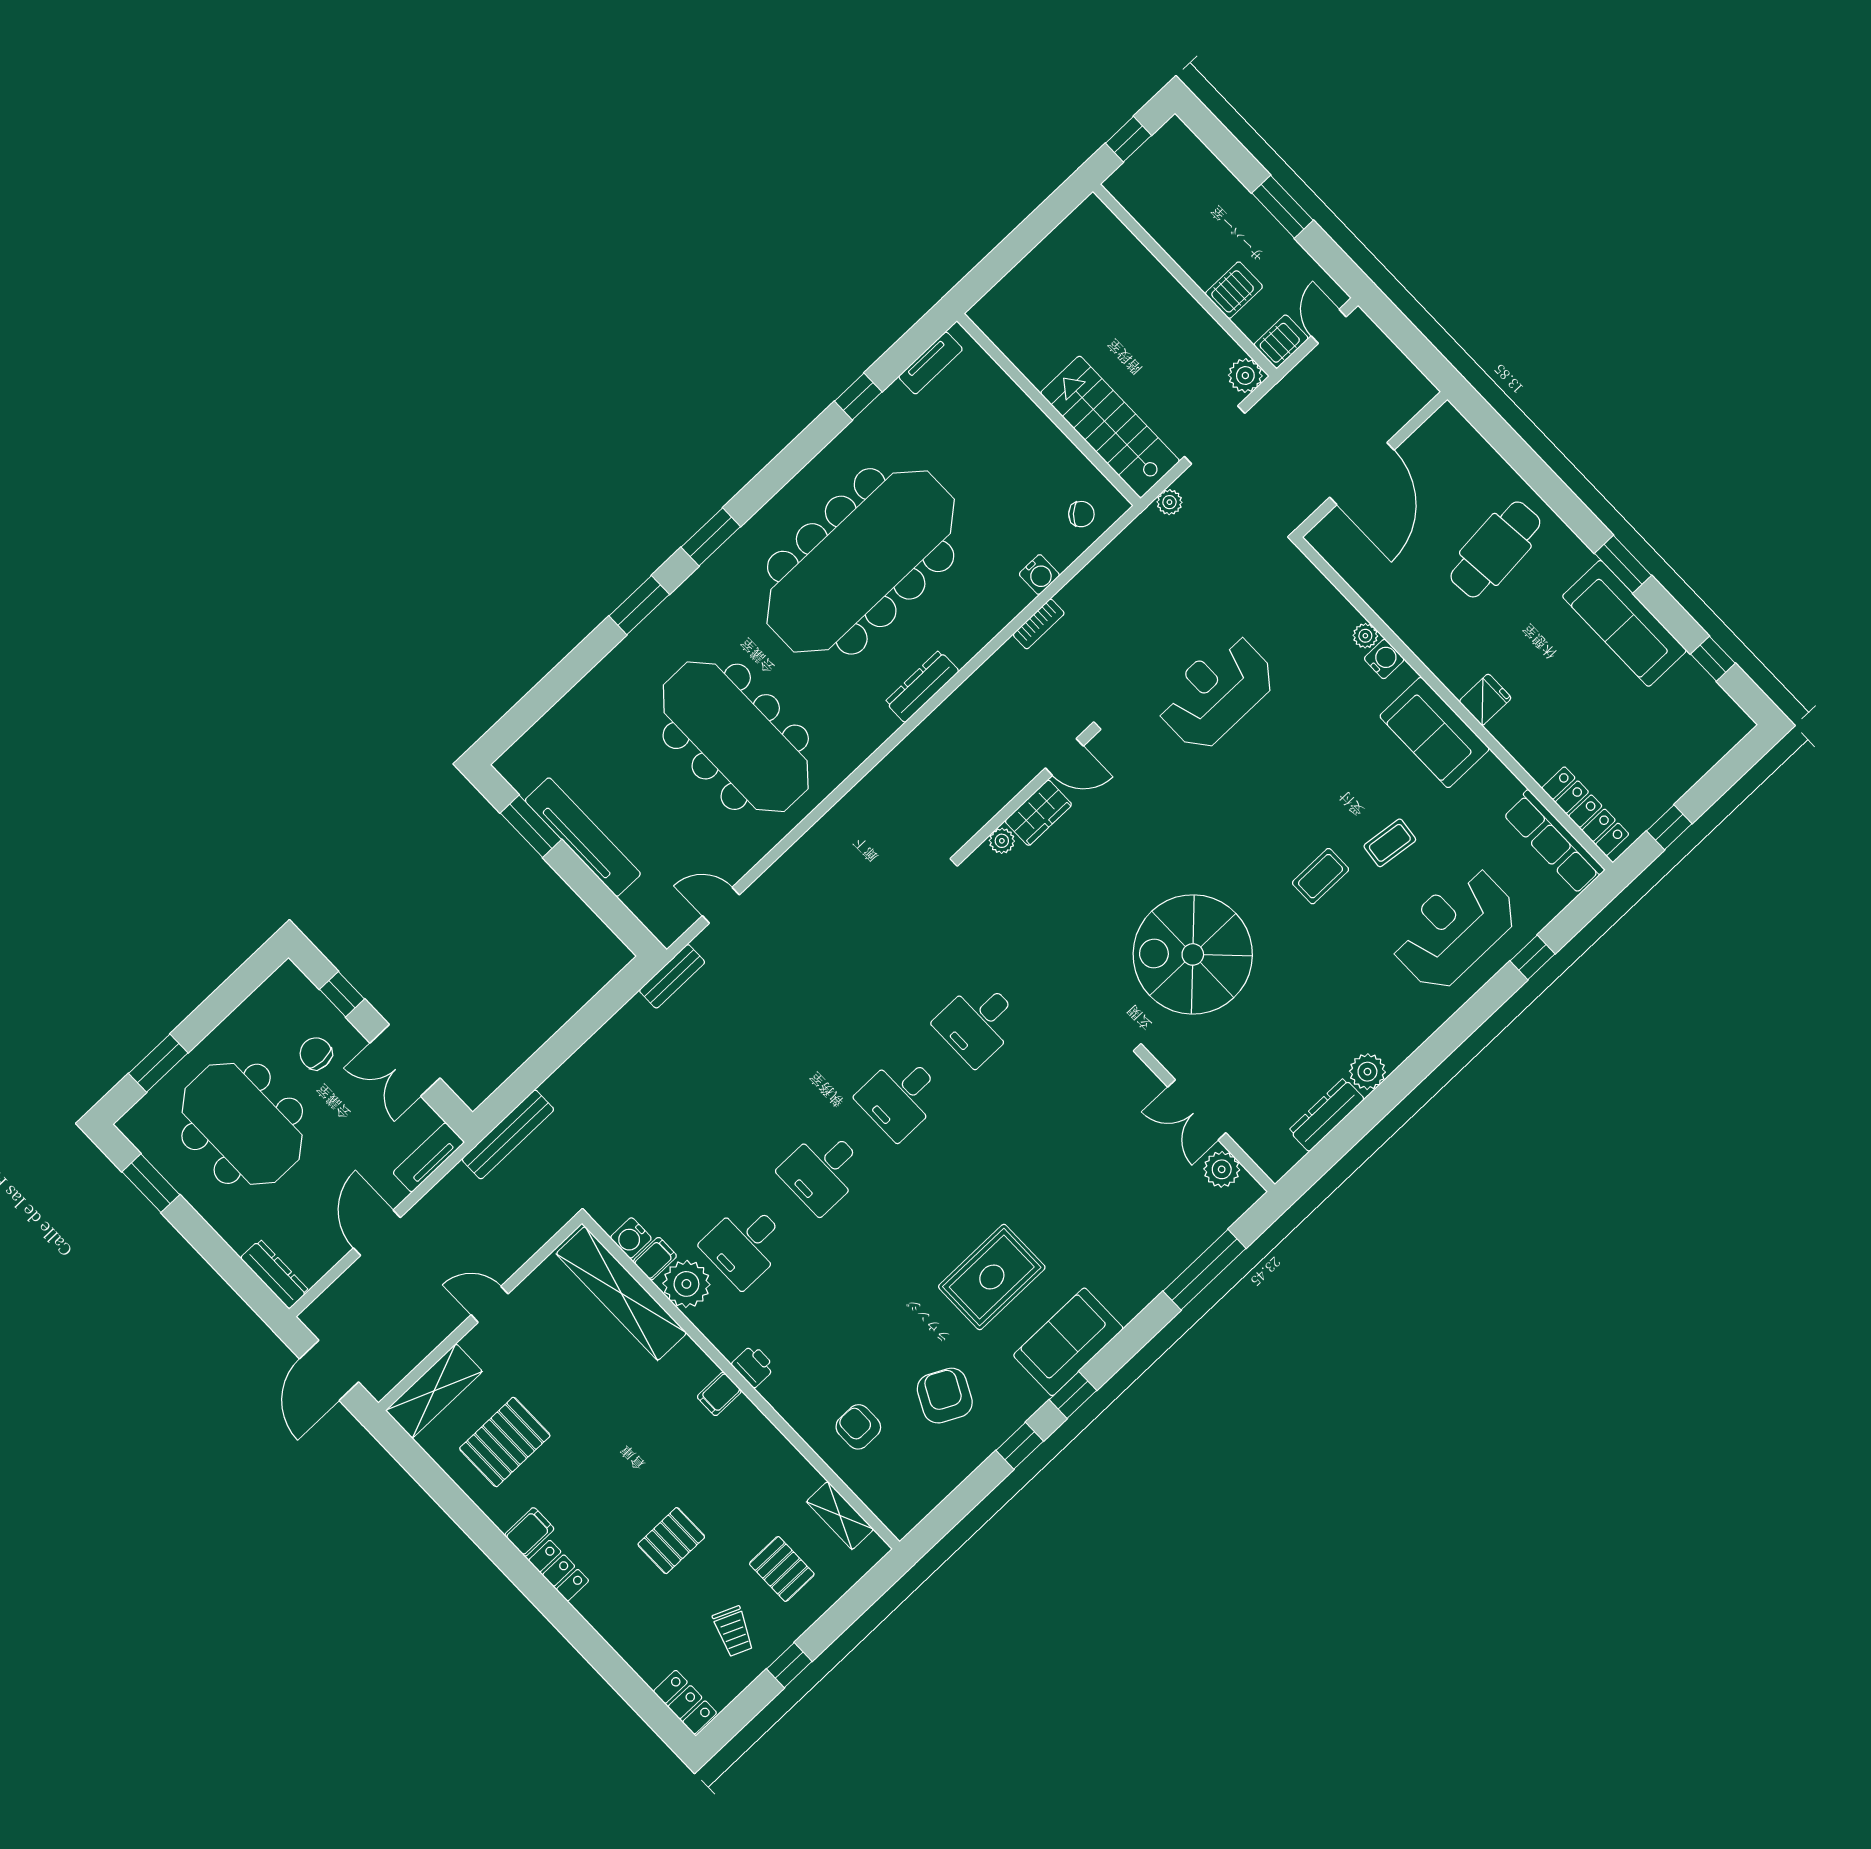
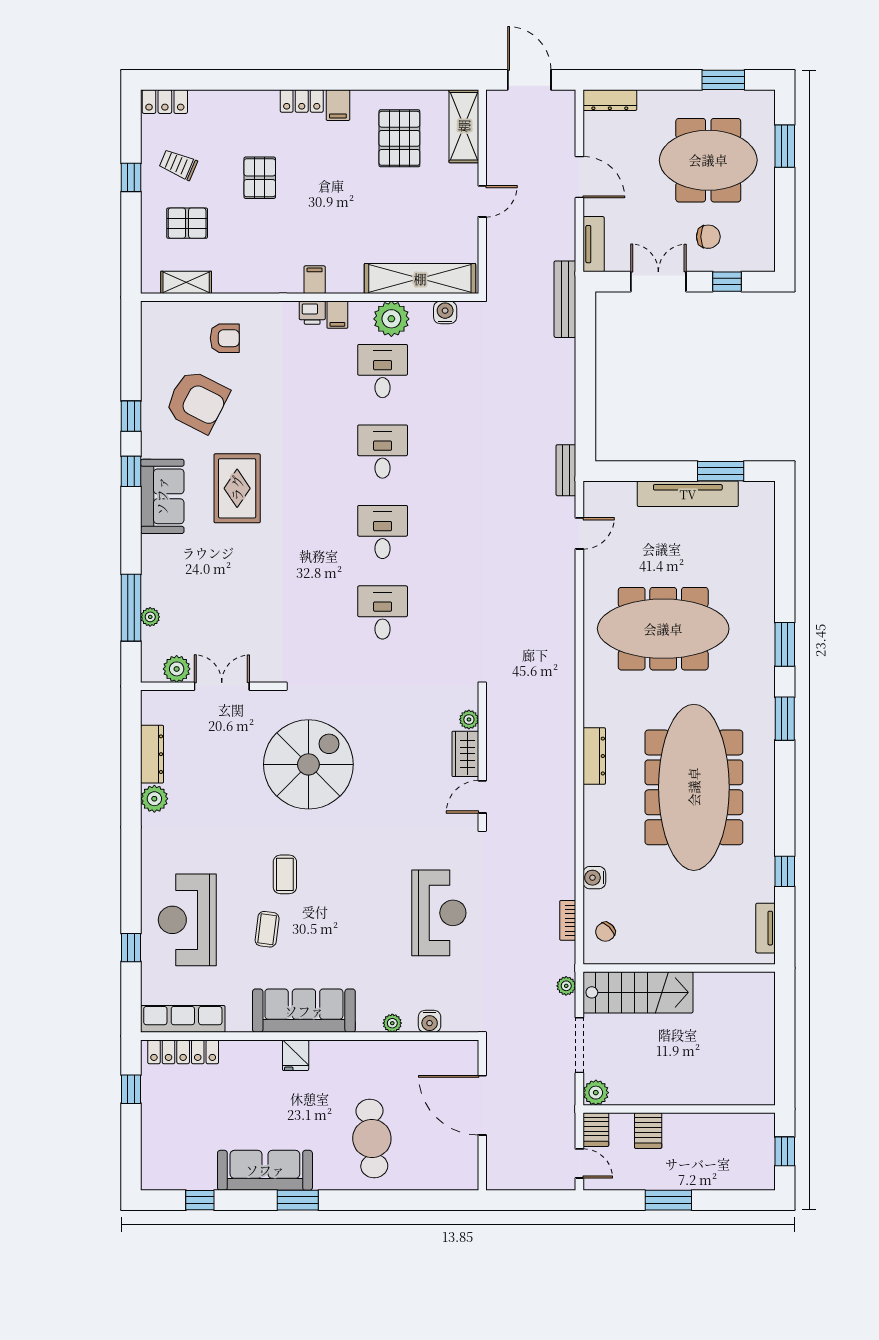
bookcase: (1039, 624) -> (568, 920), moved
water cooler: (1384, 659) -> (430, 1021), moved
sofa: (1434, 732) -> (304, 1011), width x1.36
reception desk: (1454, 928) -> (187, 920), turned 180
plant: (1196, 1243) -> (150, 617), added
filing cabinet: (655, 1259) -> (337, 315), moved
armchair: (945, 1396) -> (197, 401), width x1.36, depth x1.36

